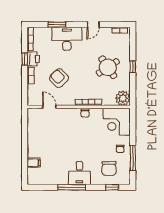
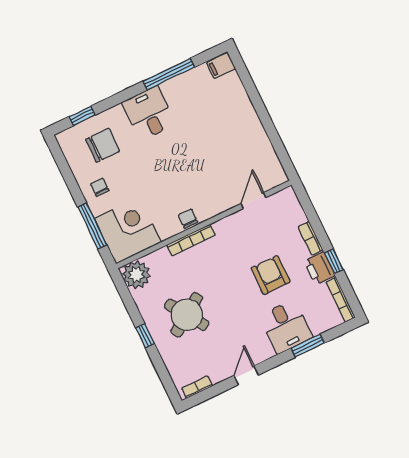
desk: (67, 39) -> (286, 327), width x0.73
armchair: (59, 78) -> (271, 275), moved, turned -135
door: (49, 107) -> (253, 201), swing flipped
window: (133, 158) -> (92, 226), moved
filing cabinet: (34, 163) -> (221, 65), moved
chair: (109, 168) -> (103, 145), turned 90
window: (72, 187) -> (169, 74), moved

